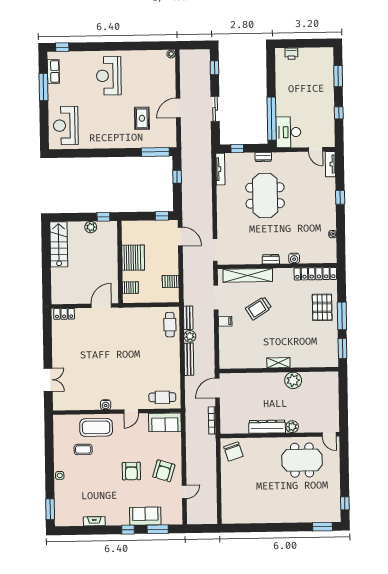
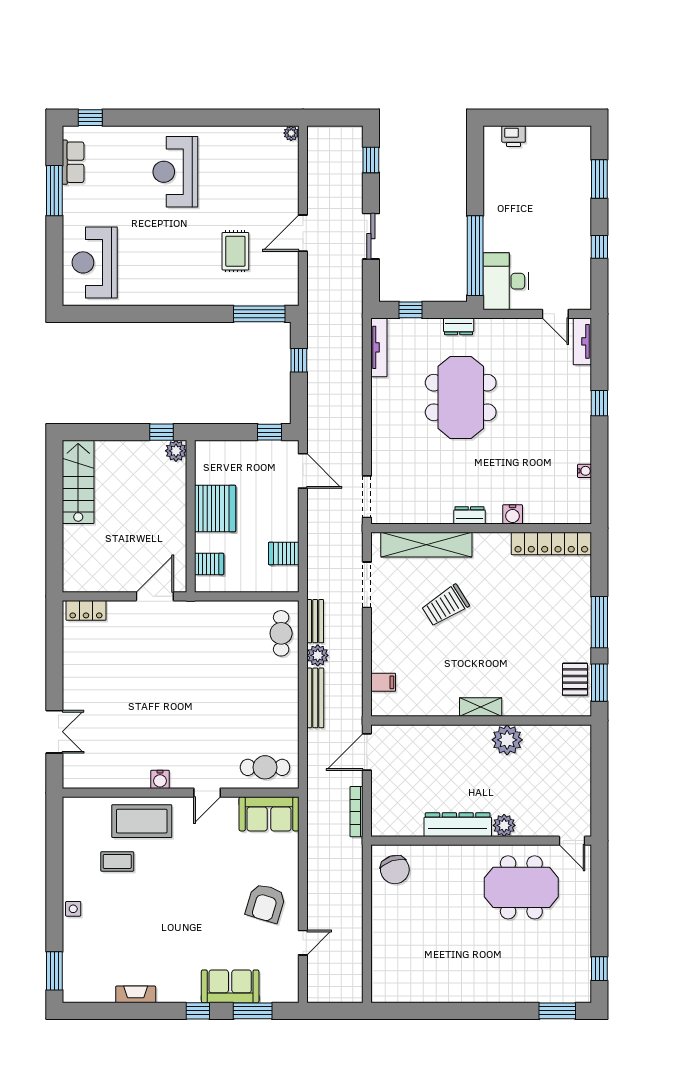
plant: (91, 227) -> (176, 451), moved
pallet: (322, 307) -> (575, 679), moved, width x0.67, depth x0.71
filing cabinet: (225, 321) -> (383, 682), moved
armchair: (131, 471) -> (206, 903), removed

